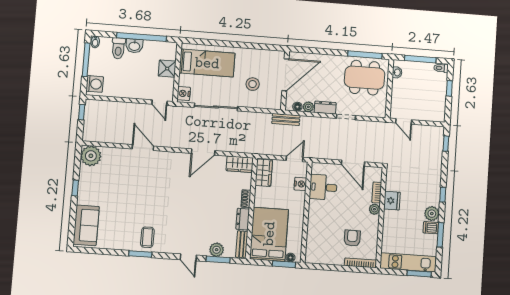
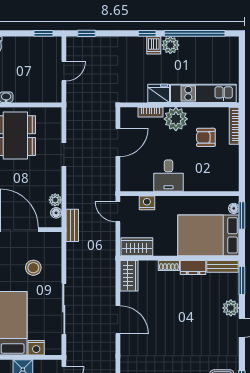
window: (449, 88) -> (43, 33), moved
nightstand: (184, 94) -> (36, 348), moved
dresser: (325, 107) -> (54, 180), removed
door: (404, 121) -> (64, 71), moved
desk: (323, 187) -> (169, 176), moved
plant: (374, 209) -> (176, 119), width x1.88, depth x1.88
dishwasher: (431, 228) -> (154, 45), moved
window: (440, 235) -> (195, 33), width x2.11
plant: (217, 250) -> (231, 308), moved
window: (218, 260) -> (242, 280), moved
kitchen unit: (408, 262) -> (203, 93), moved, turned 90
window: (419, 274) -> (242, 56), removed

